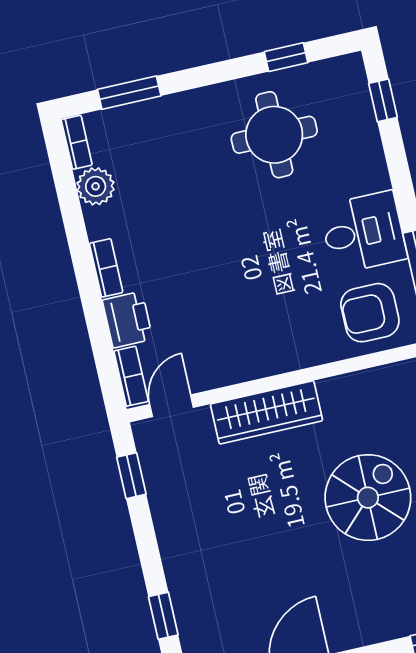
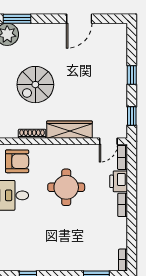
round table: (274, 135) -> (66, 187), moved
plant: (96, 186) -> (119, 240), removed
shoe rack: (350, 383) -> (32, 134), added
window: (163, 616) -> (132, 75), moved

